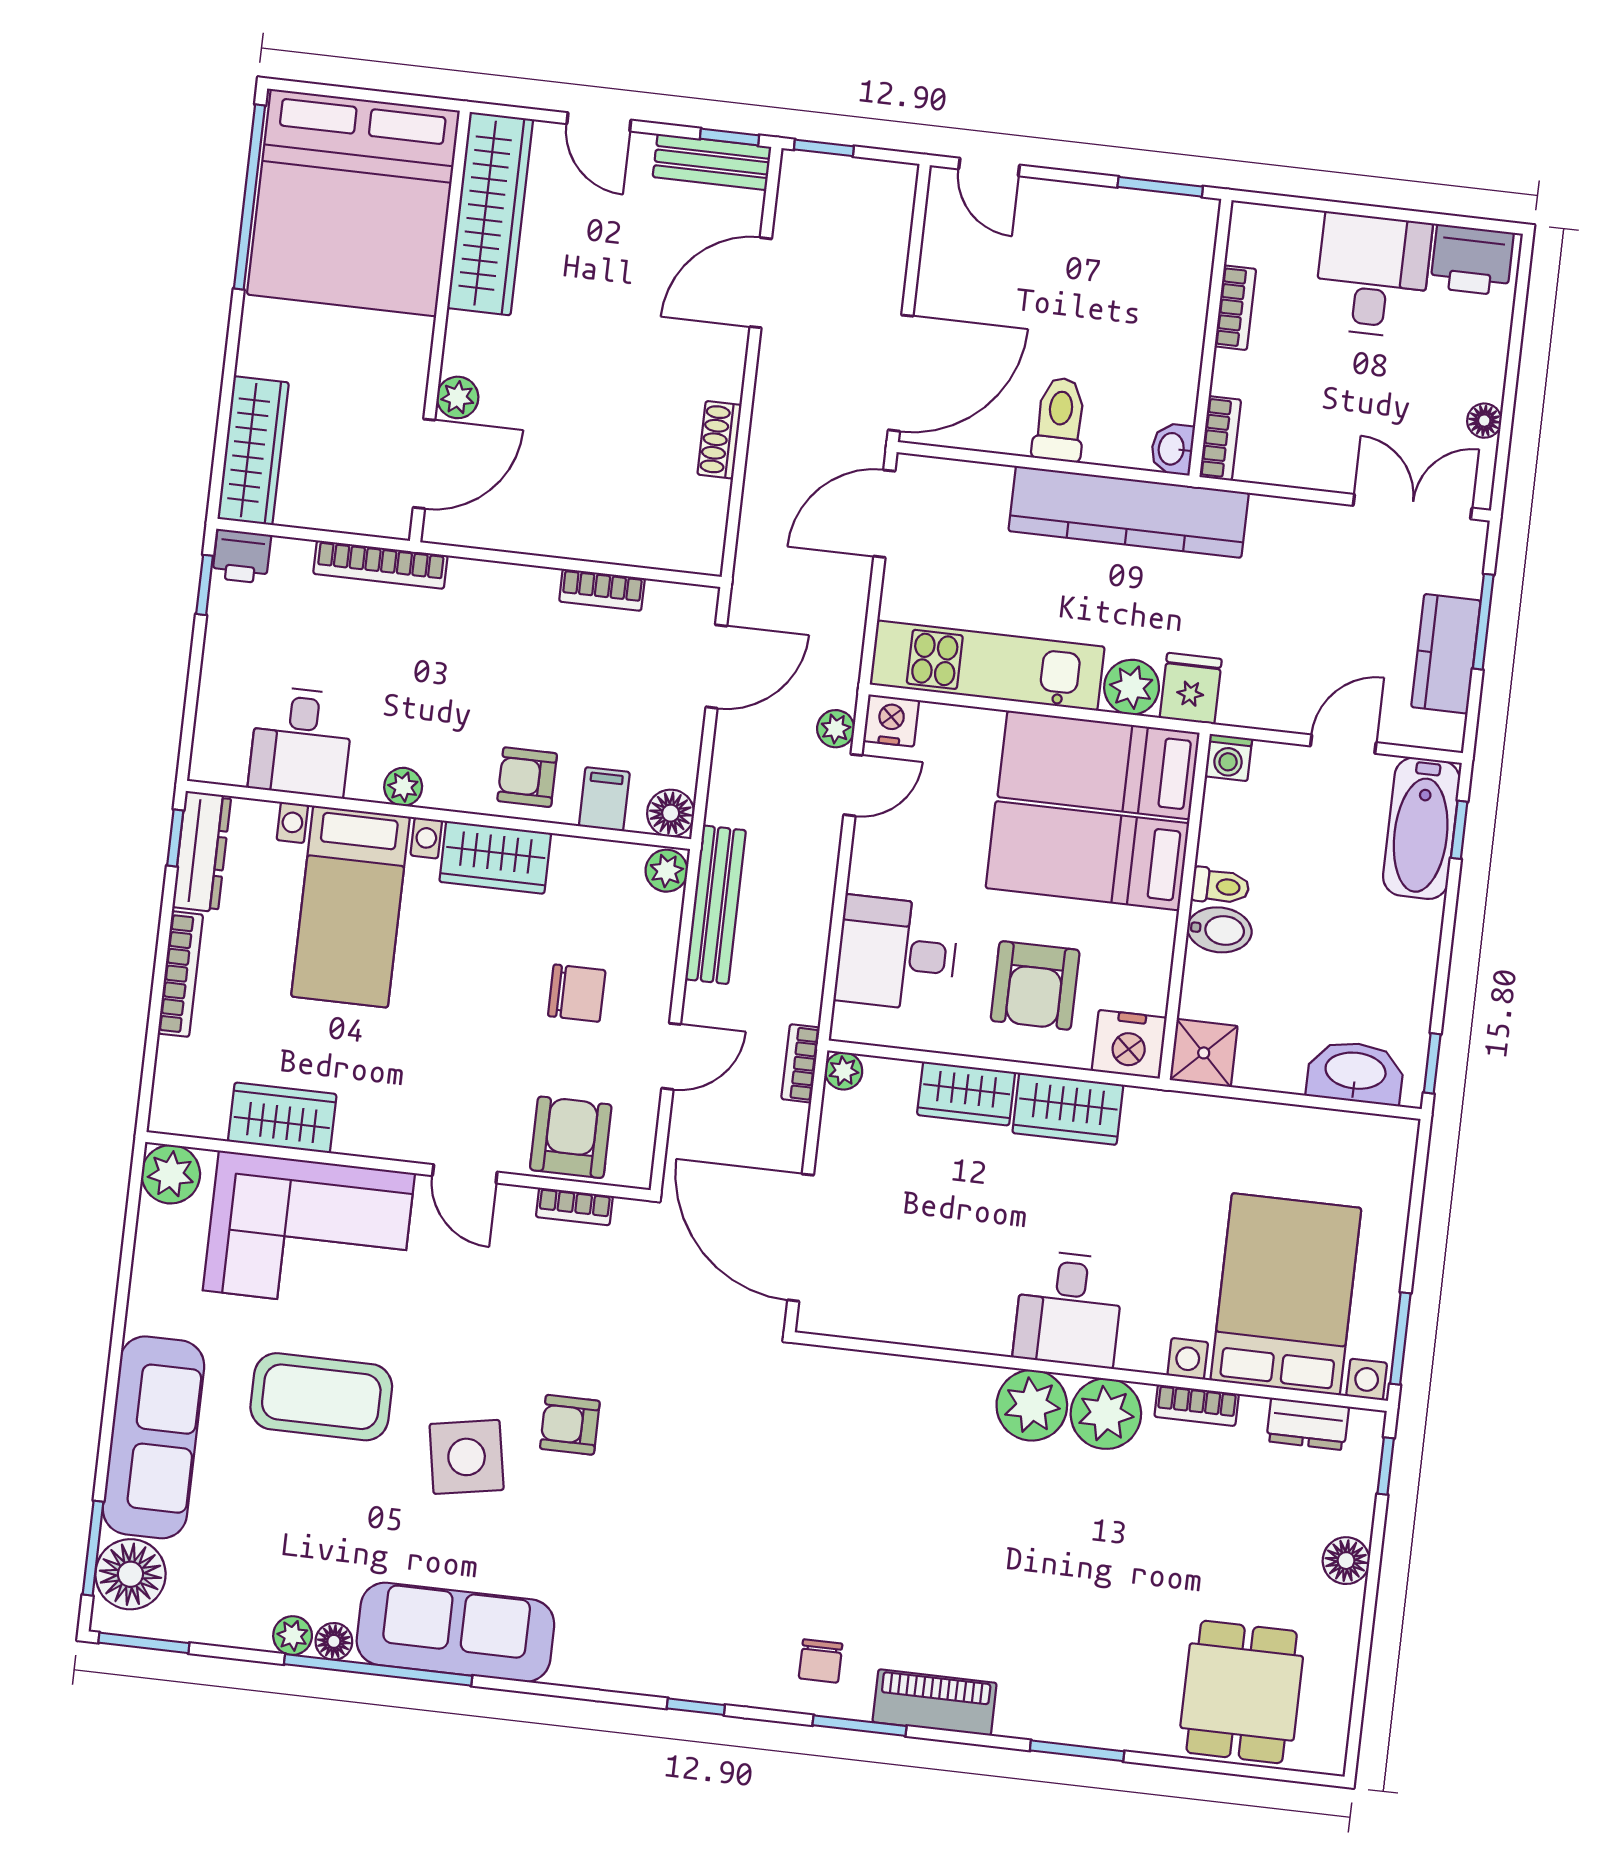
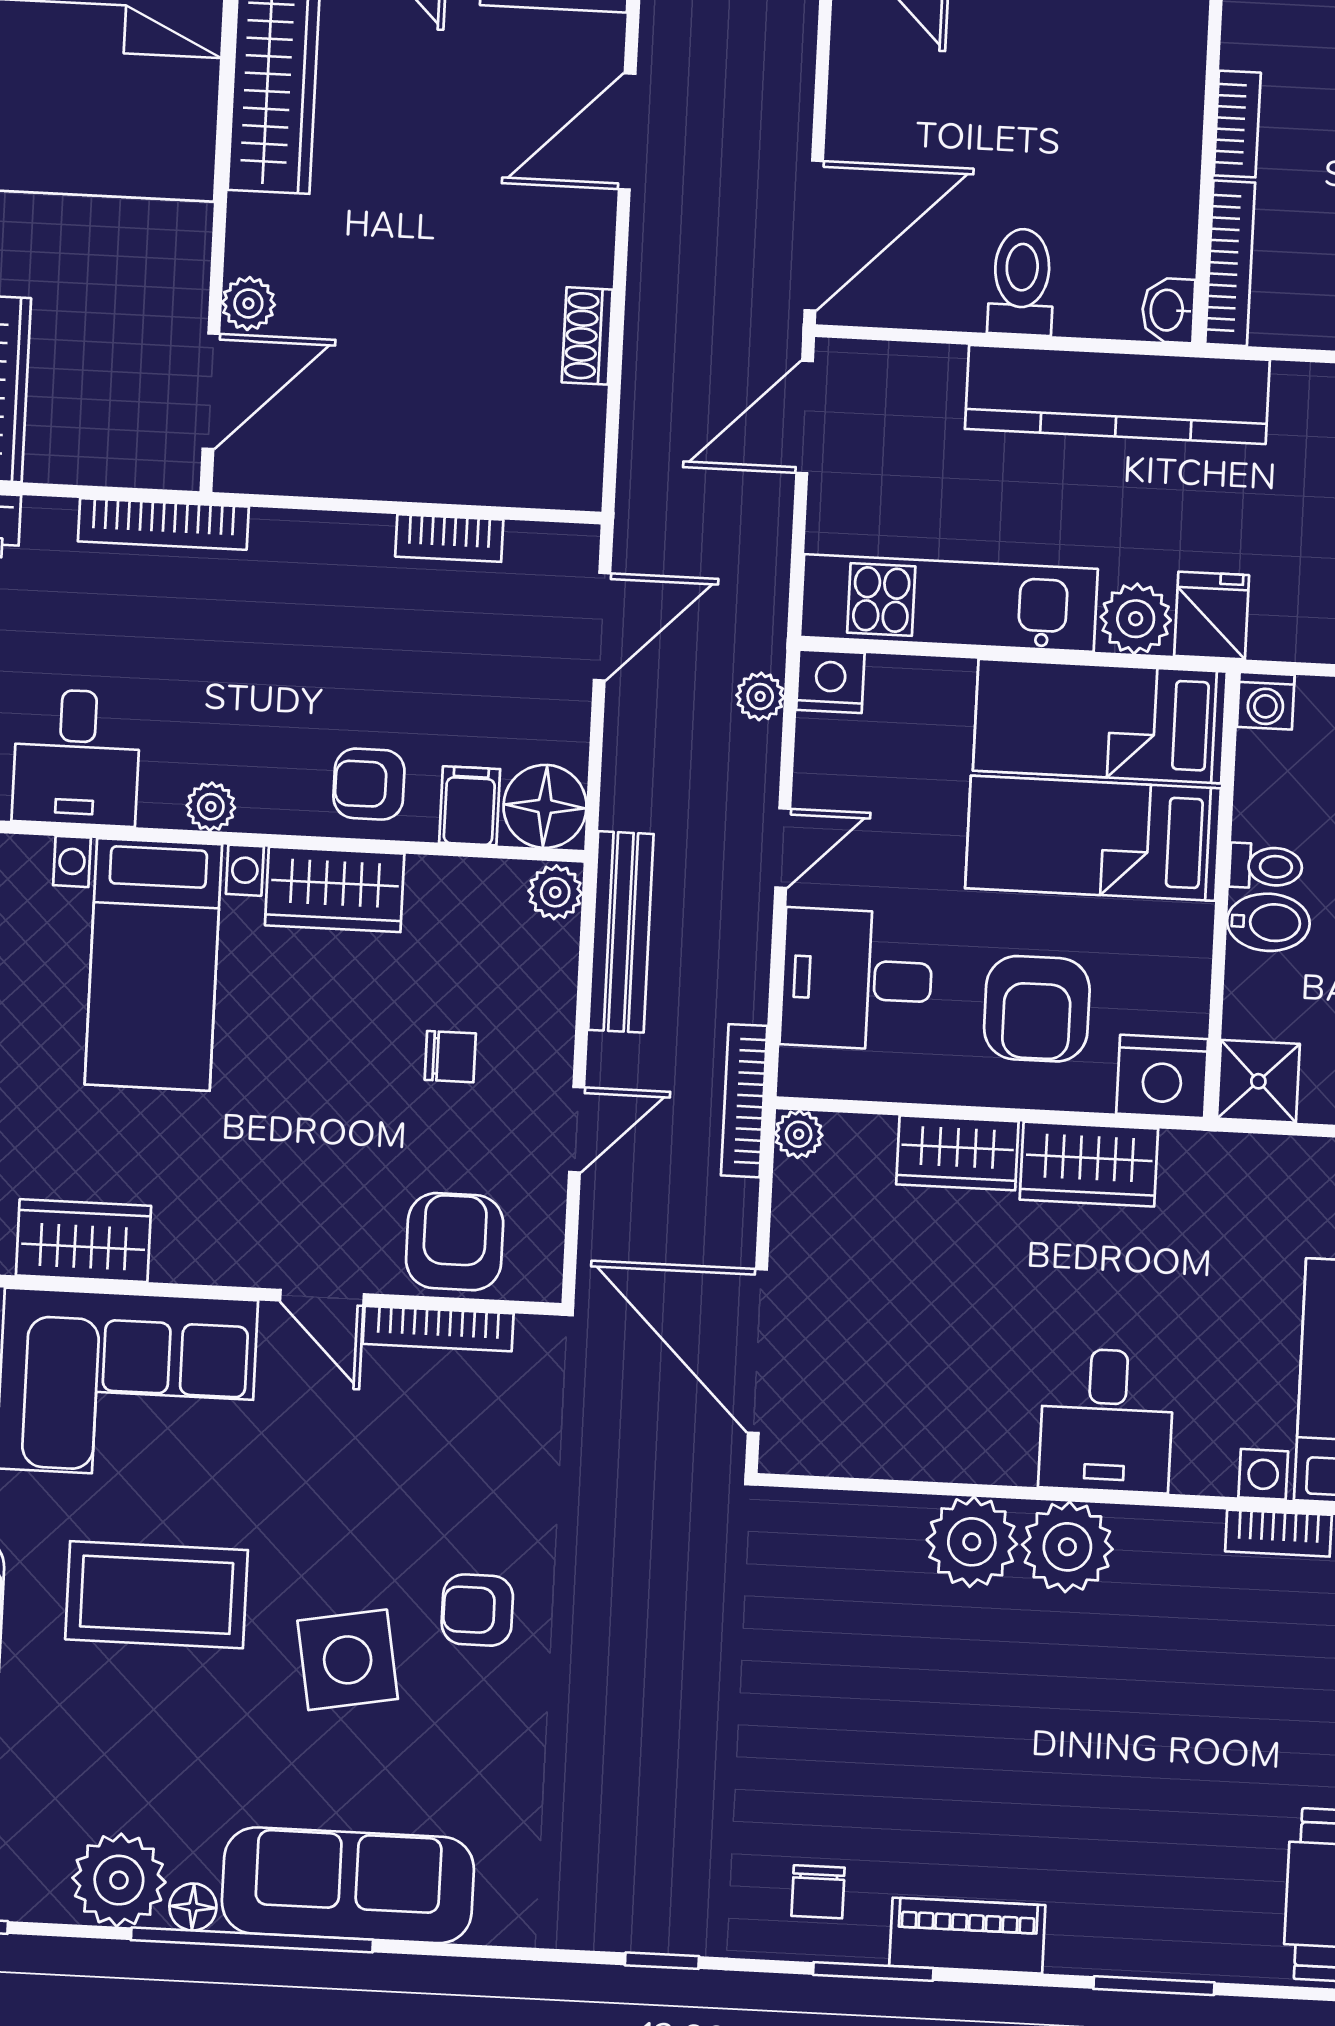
bookcase: (1220, 438) -> (1230, 263), width x1.56
door: (853, 785) -> (783, 848), moved
floor lamp: (671, 813) -> (545, 806), width x1.38, depth x1.38
chair: (577, 993) -> (450, 1057), width x0.73, depth x0.73
bookcase: (801, 1063) -> (744, 1101), width x1.56
bookcase: (574, 1206) -> (438, 1329), width x1.56
plant: (1106, 1414) -> (972, 1542), moved
plant: (293, 1636) -> (119, 1880), width x1.87, depth x1.87

